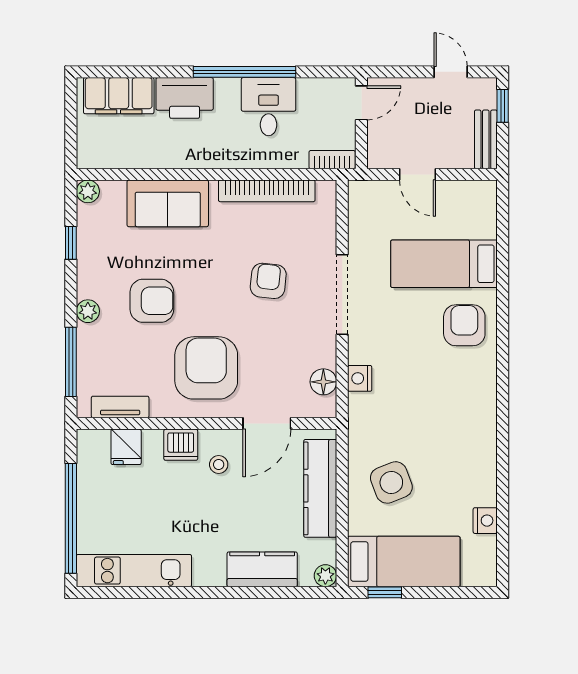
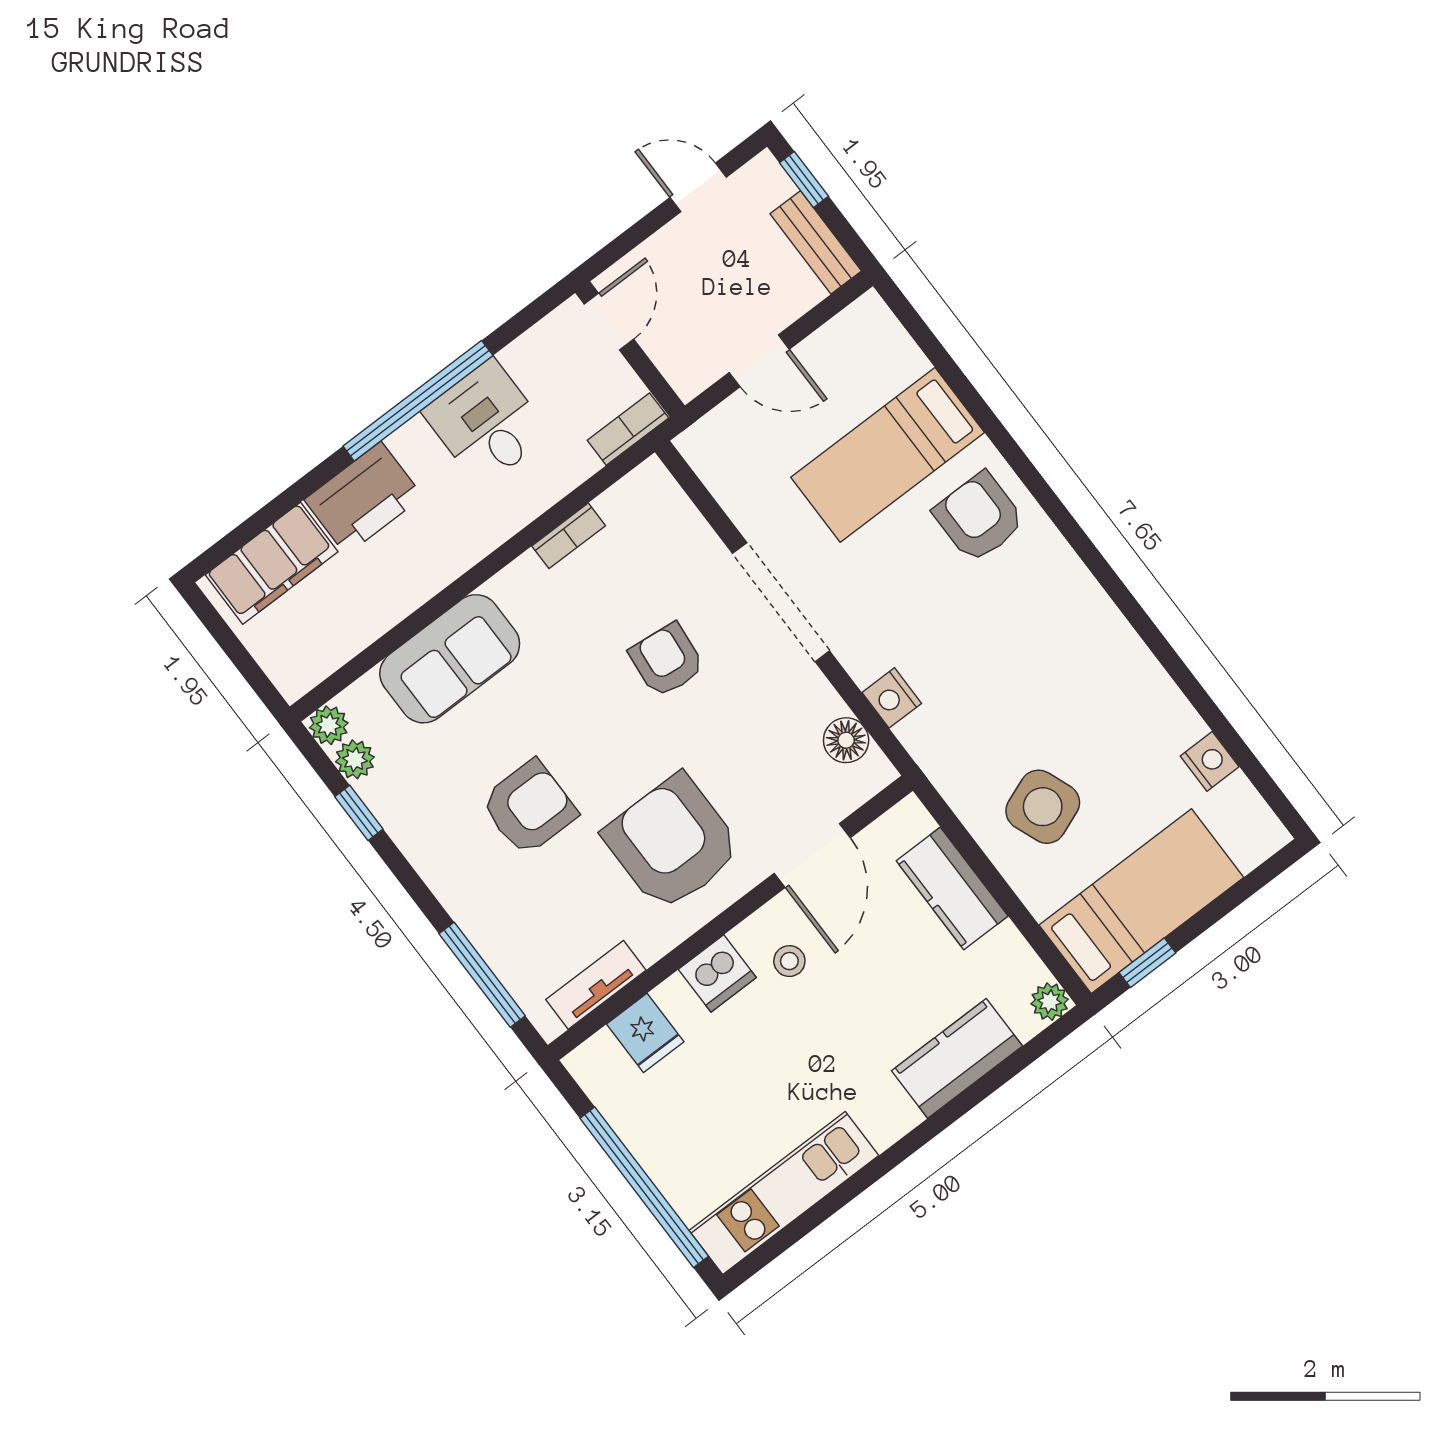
bookcase: (267, 191) -> (569, 536), width x0.43, depth x0.76
plant: (88, 311) -> (355, 759), moved
kitchen counter: (320, 488) -> (952, 888), width x0.67

